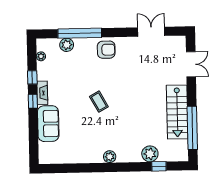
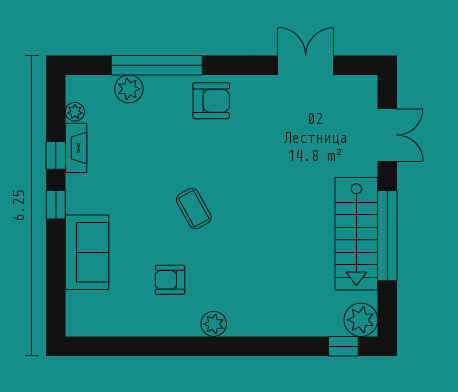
fireplace: (42, 93) -> (76, 148), moved
window: (192, 128) -> (387, 236), moved
armchair: (88, 136) -> (170, 280), added
plant: (150, 154) -> (361, 320), moved
window: (159, 166) -> (343, 346), moved

